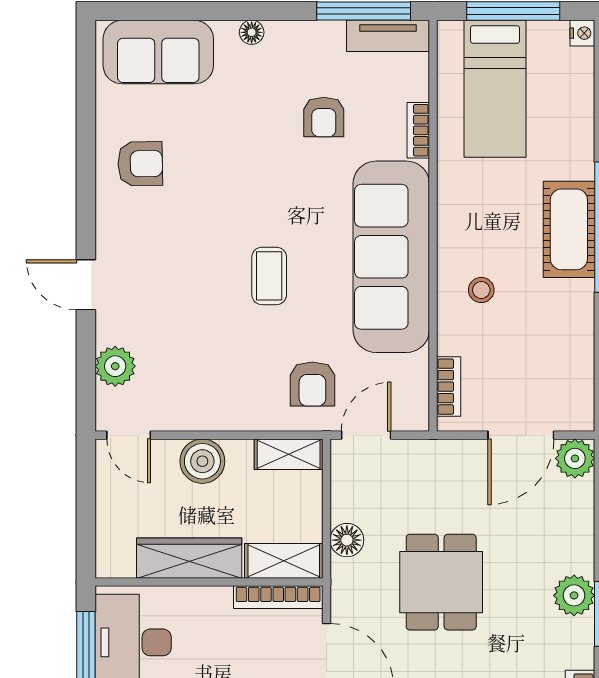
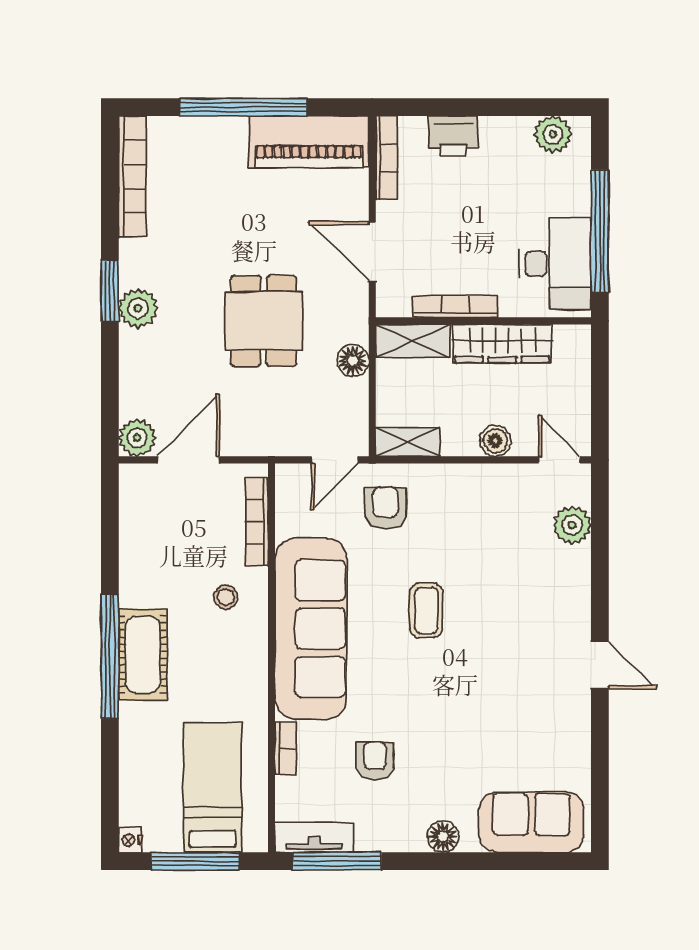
floor lamp: (252, 32) -> (443, 837), width x1.37, depth x1.37
armchair: (140, 164) -> (548, 717), removed
door: (86, 285) -> (600, 665), moved
bookcase: (449, 387) -> (257, 522), width x1.56
boiler: (202, 461) -> (495, 441), width x0.73, depth x0.73
bookcase: (278, 597) -> (455, 307), moved

